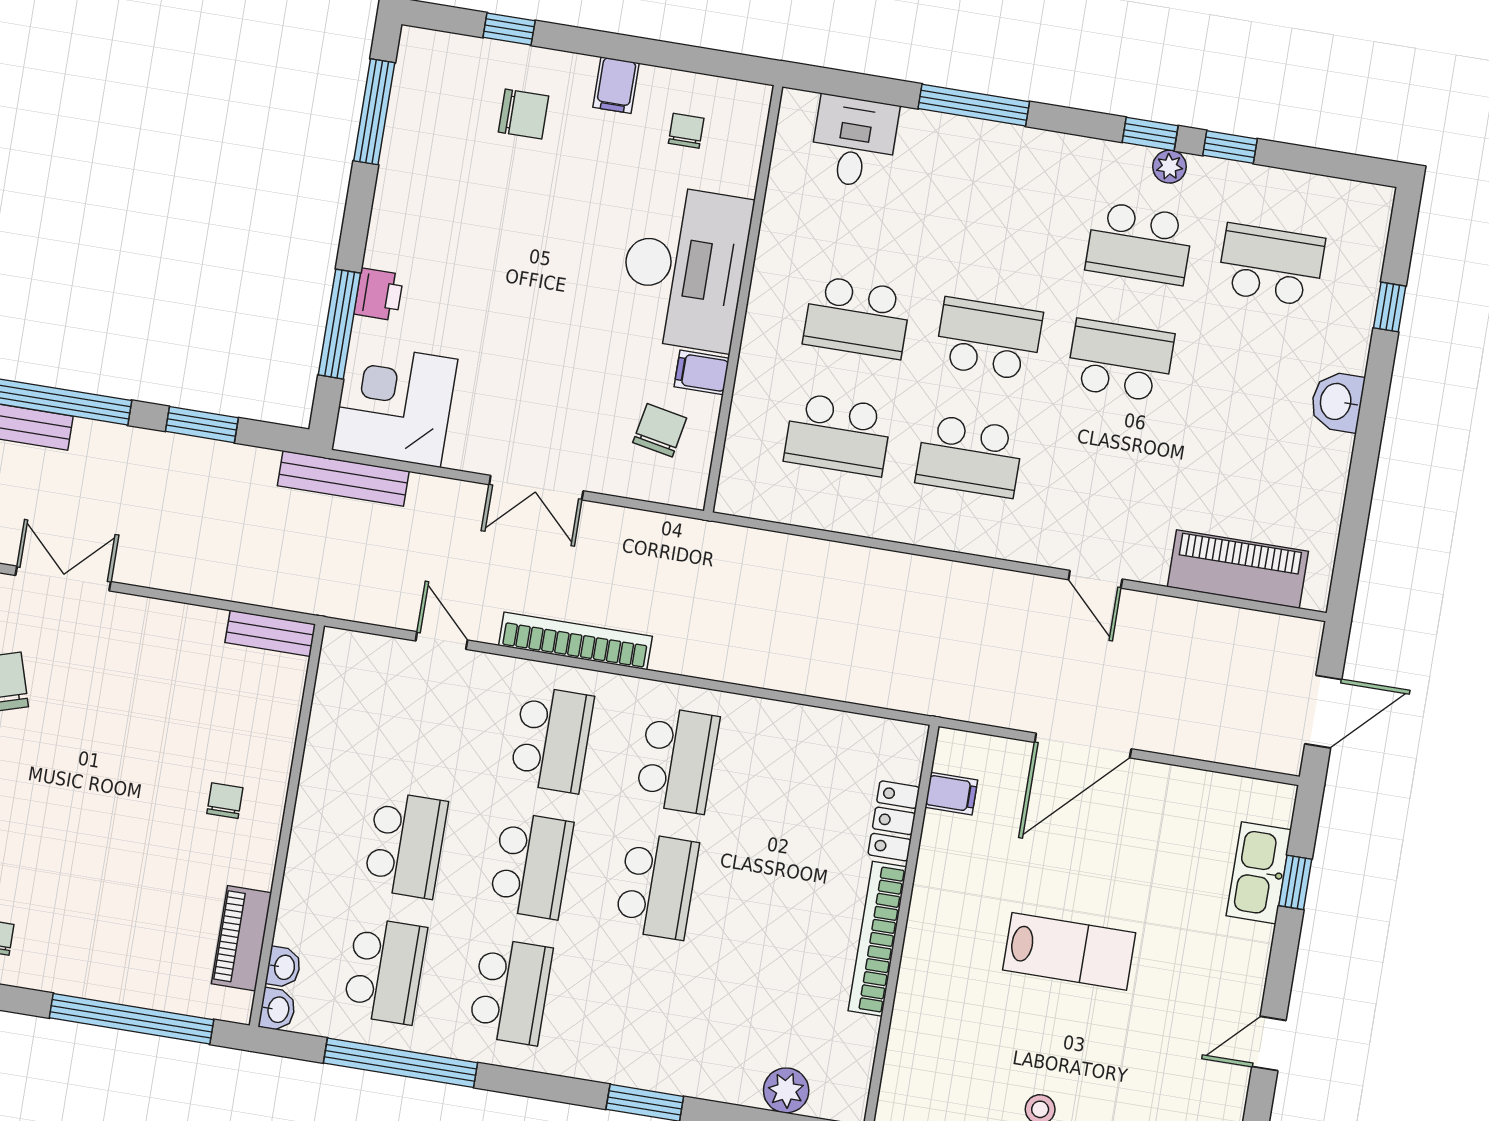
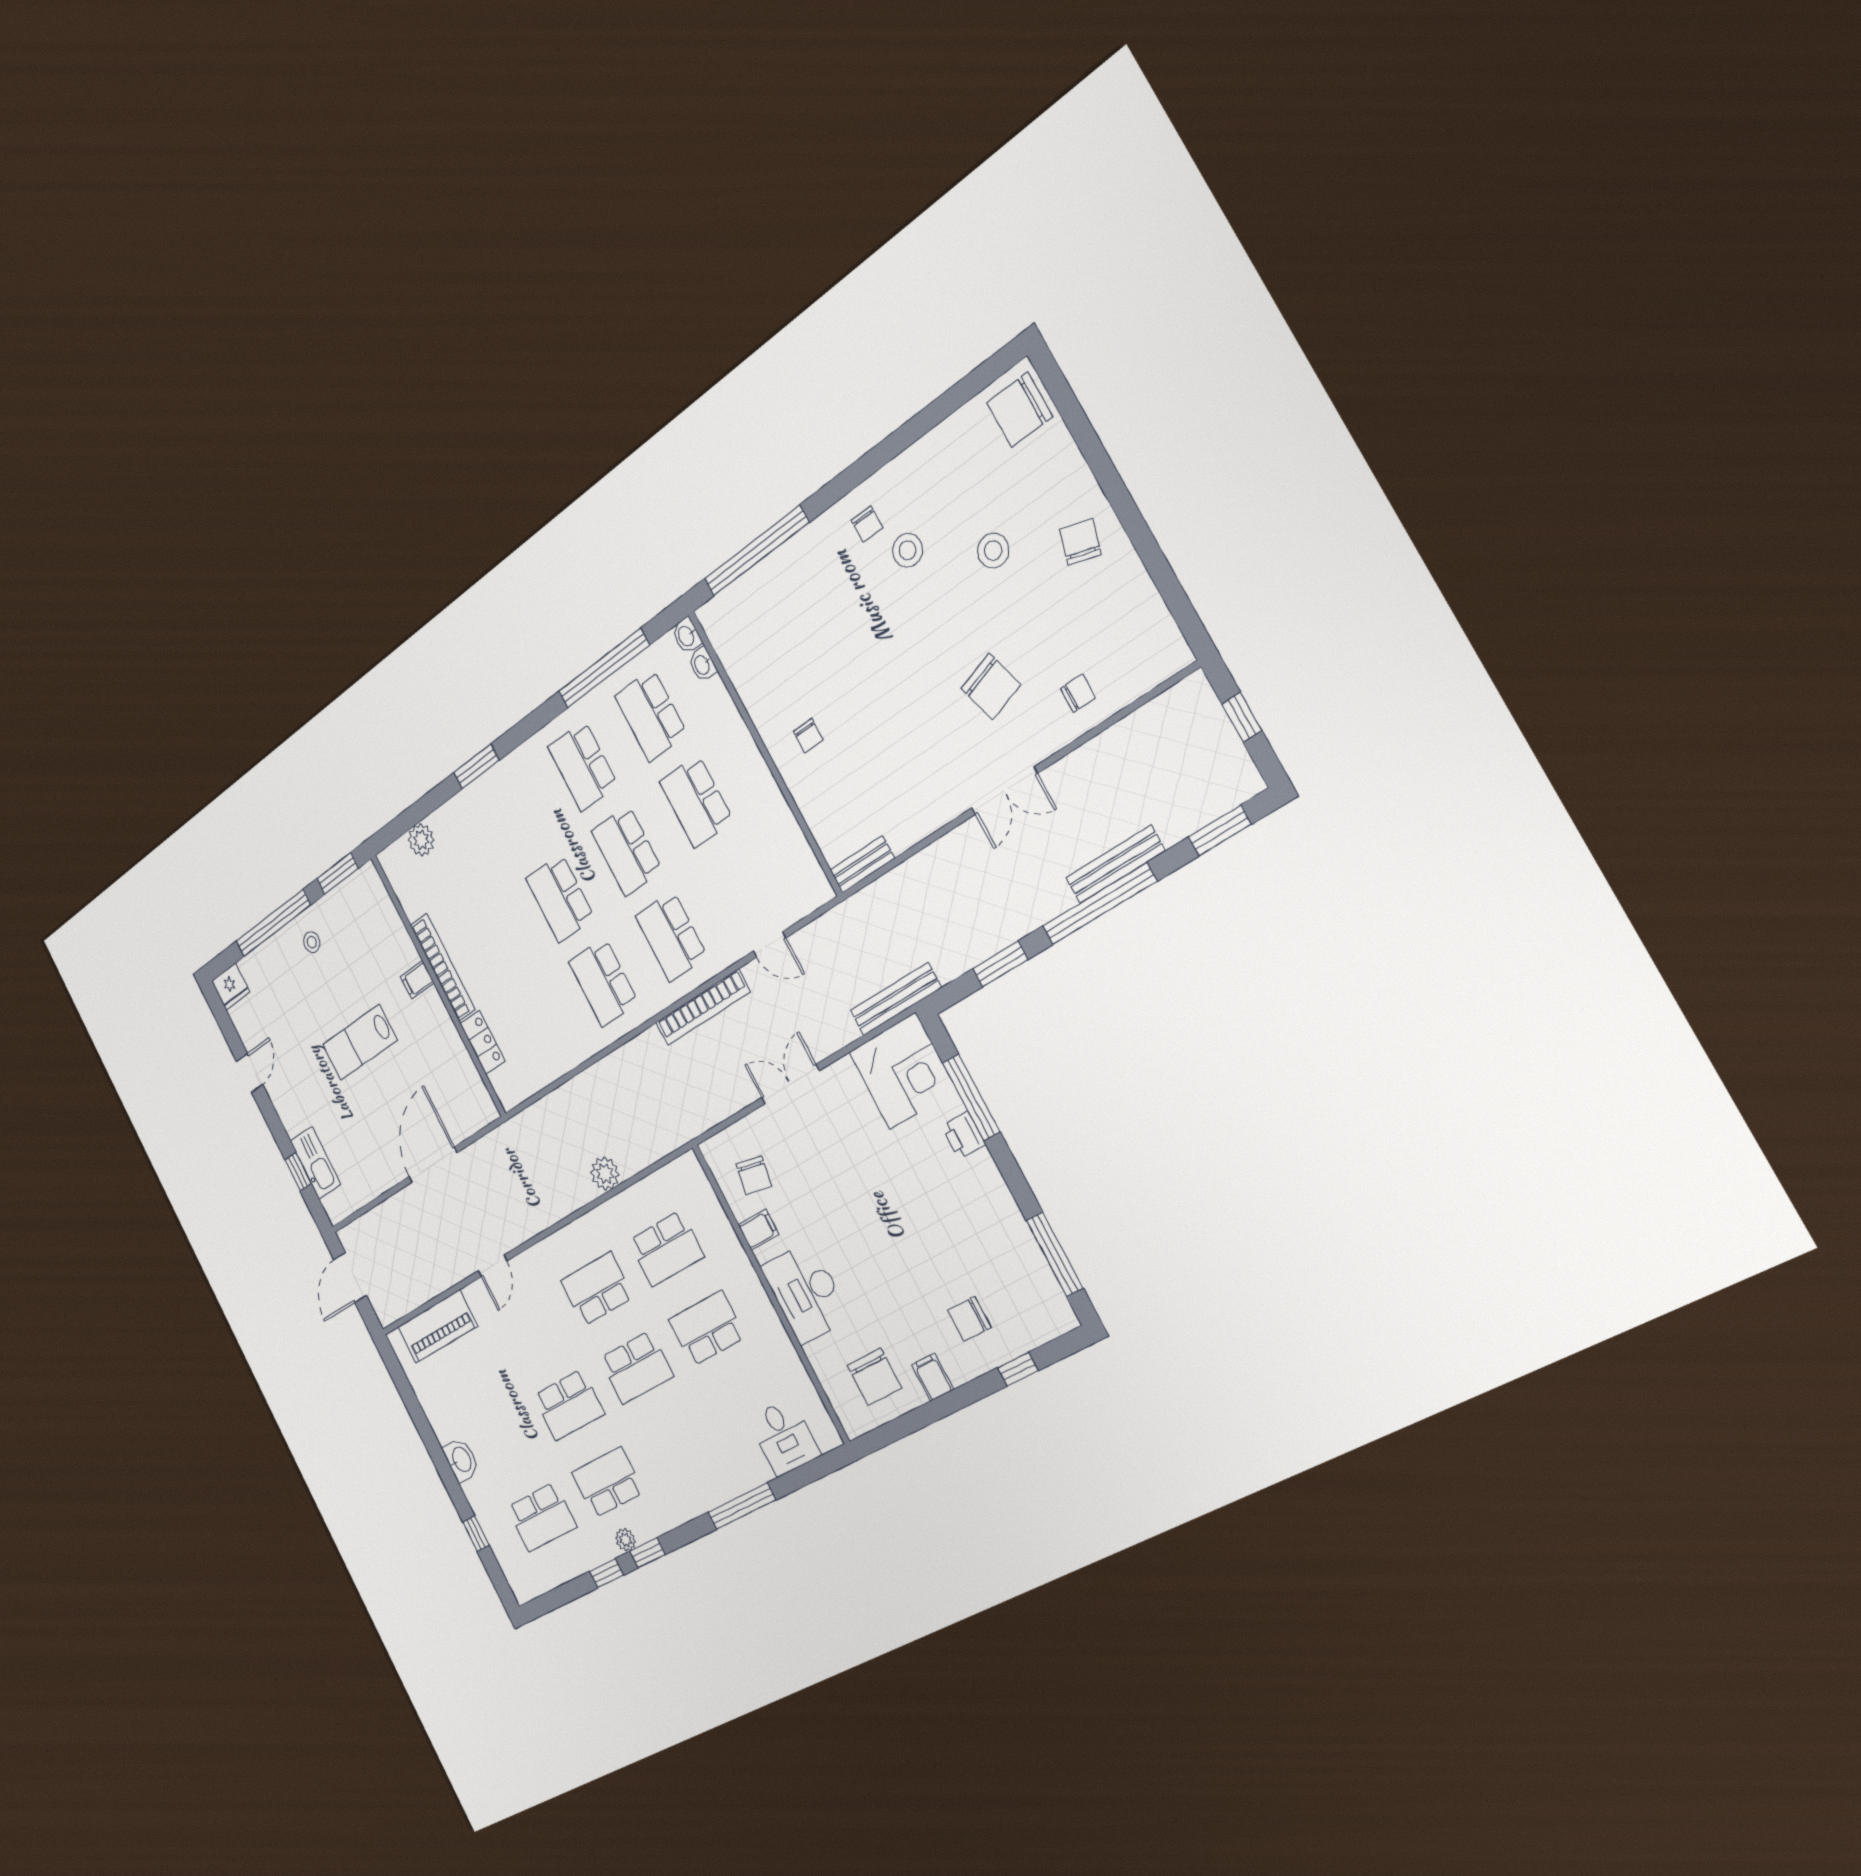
chair: (686, 131) -> (874, 1377), width x1.87, depth x1.87
desk: (684, 268) -> (806, 1292), width x0.73, depth x0.77
school desk: (838, 435) -> (666, 1249), turned 180
plant: (850, 567) -> (605, 1174), added
door: (1095, 579) -> (493, 1266), swing flipped
filing cabinet: (951, 794) -> (417, 980), moved
piano: (241, 938) -> (737, 660), removed

